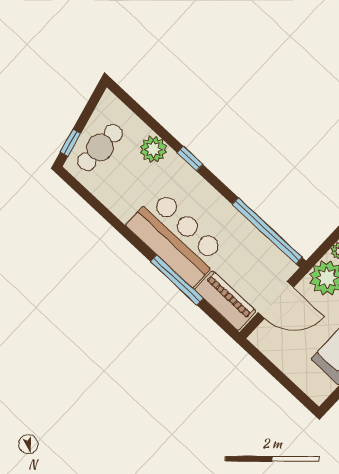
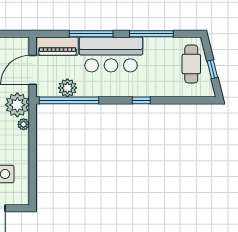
window: (70, 143) -> (212, 69), moved
plant: (153, 149) -> (67, 88), moved
window: (112, 220) -> (151, 34), added

